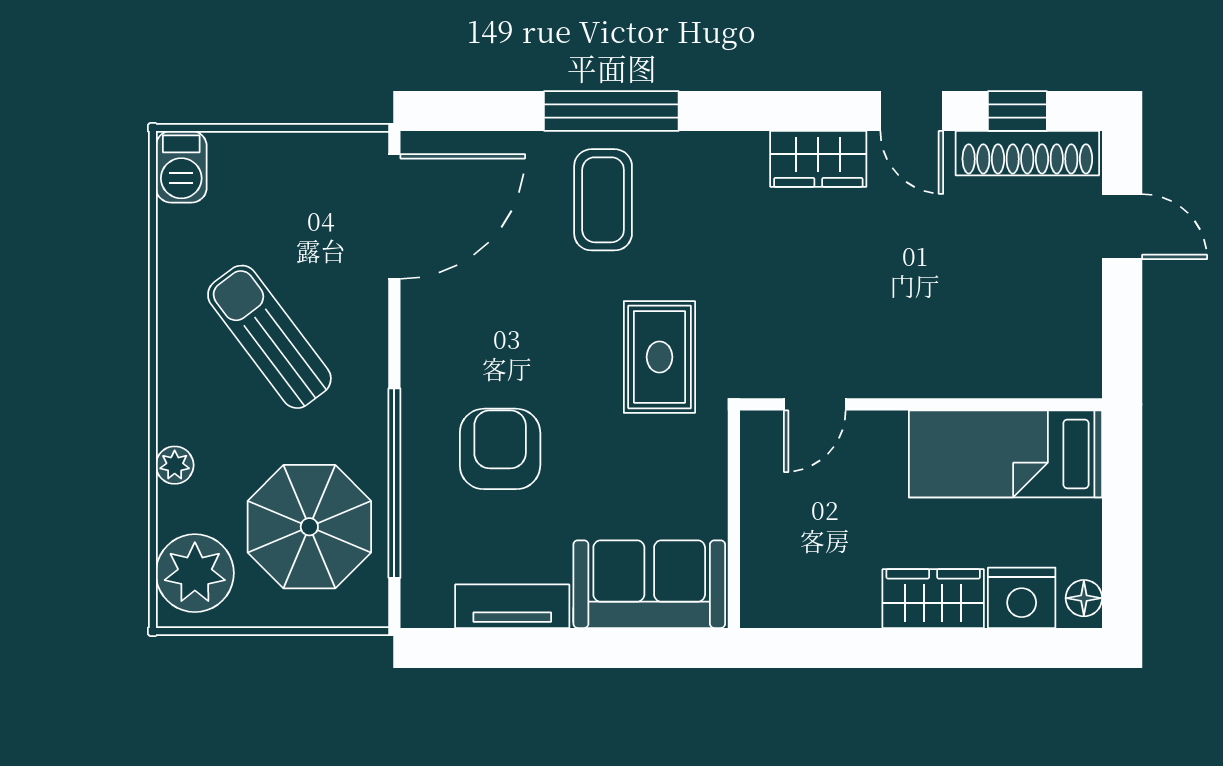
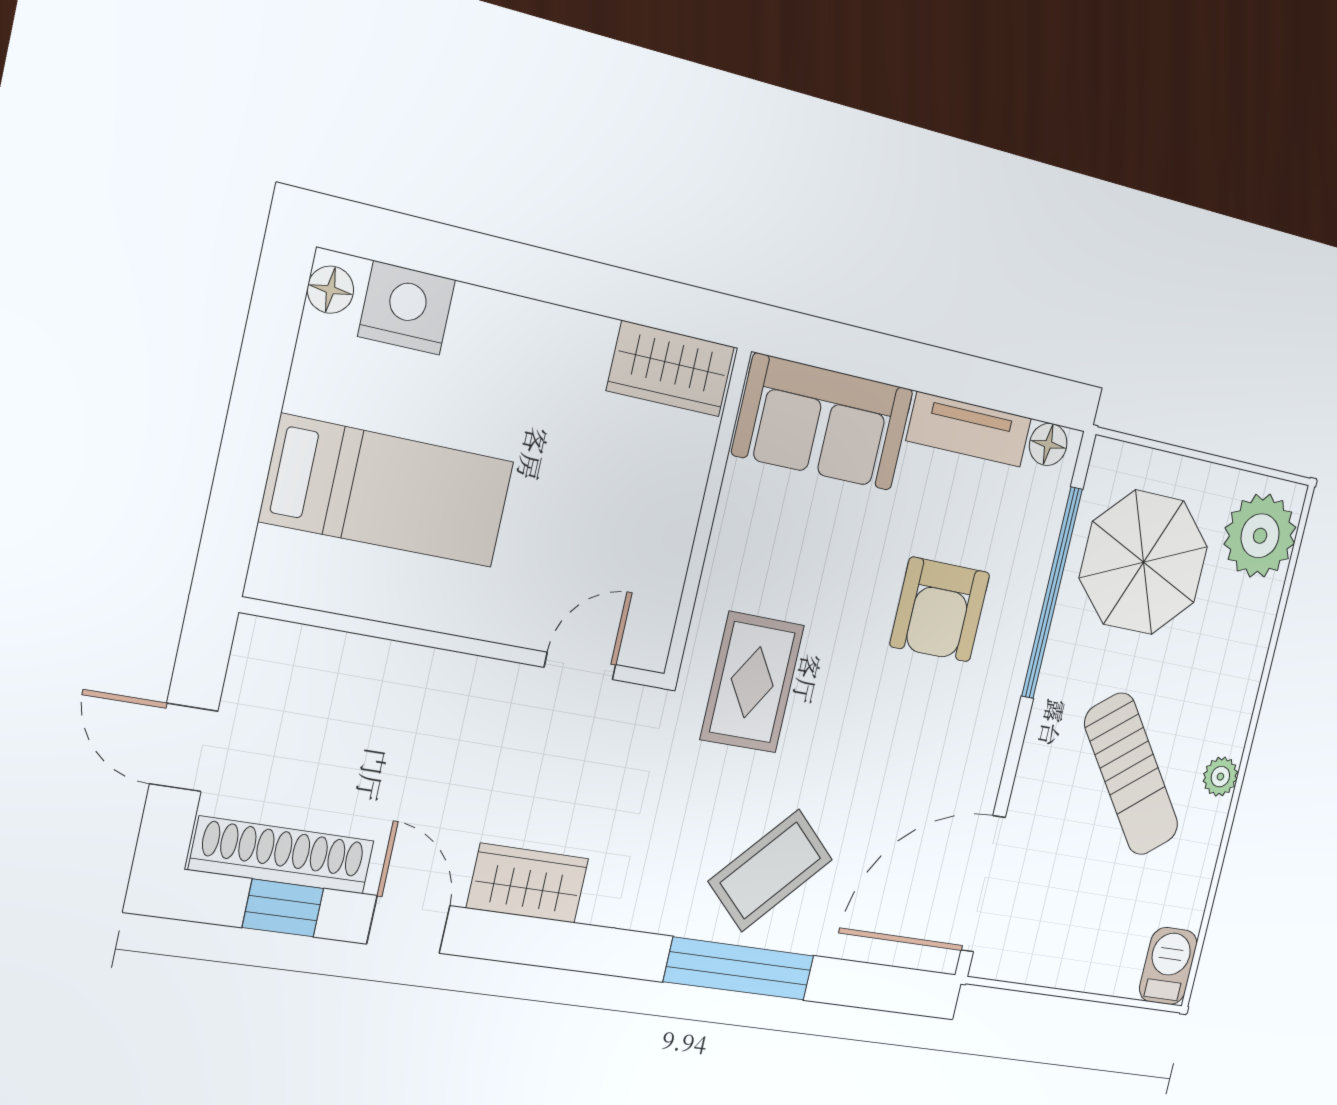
coffee table: (603, 200) -> (770, 870), turned 43
door: (815, 404) -> (580, 666), moved
wall: (921, 404) -> (459, 644), moved
plant: (175, 465) -> (1220, 777), moved
wardrobe: (933, 599) -> (671, 369), moved
floor lamp: (433, 609) -> (1048, 444), added

